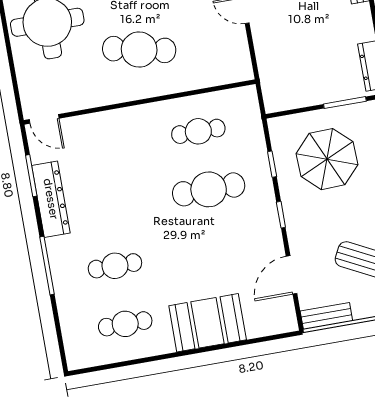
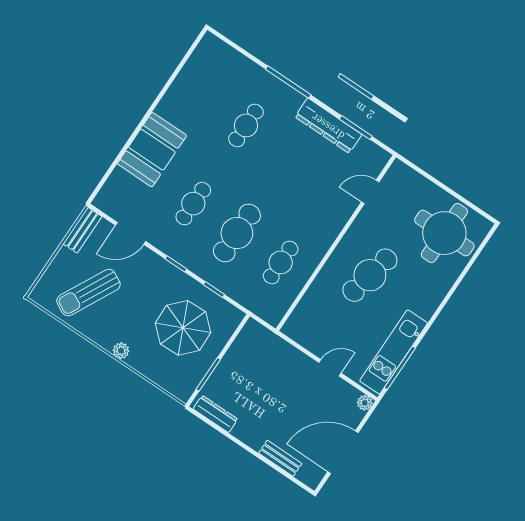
door: (44, 119) -> (370, 192), moved
door: (292, 275) -> (131, 233), swing flipped
cafe table: (125, 324) -> (193, 204), moved

